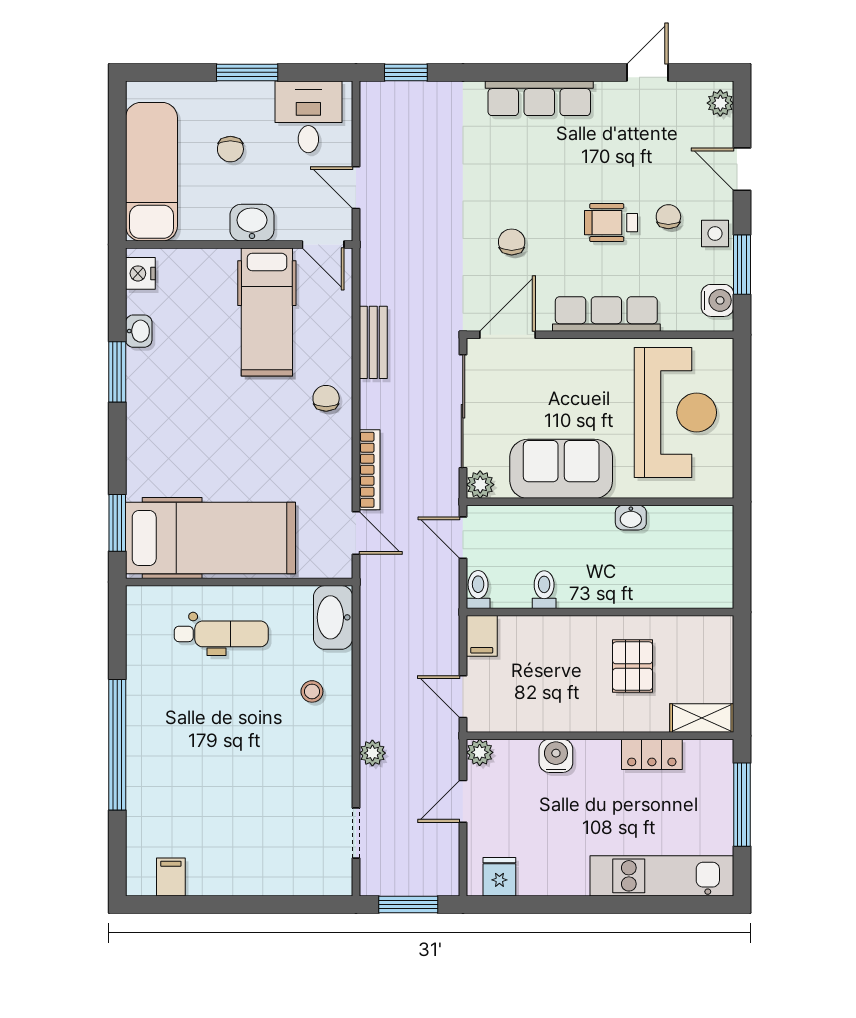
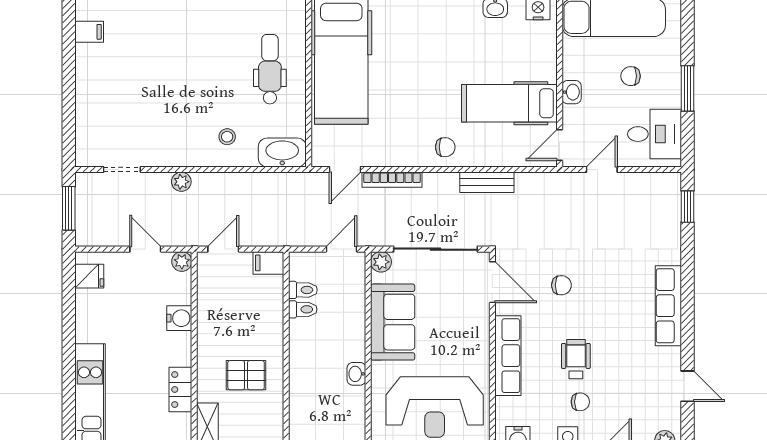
washbasin: (252, 223) -> (572, 92), width x0.72, depth x0.69
toilet: (478, 590) -> (303, 290), moved
dental chair: (221, 634) -> (270, 69), turned 180

